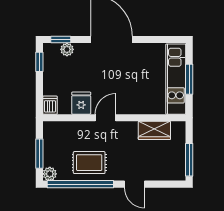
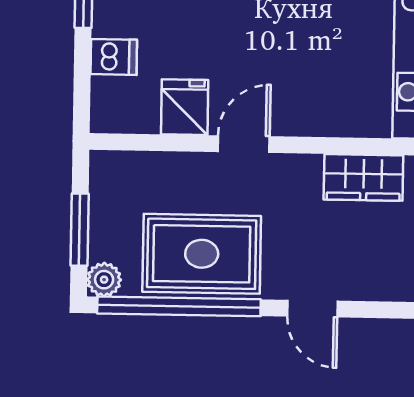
dishwasher: (50, 105) -> (114, 57), moved, turned 90
rug: (89, 163) -> (202, 254), width x1.36, depth x1.43

